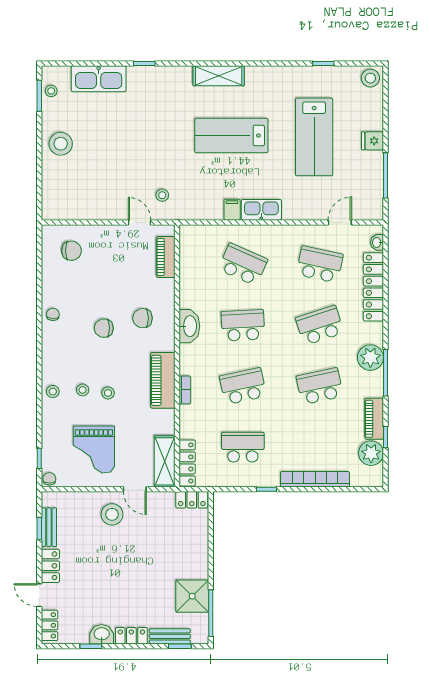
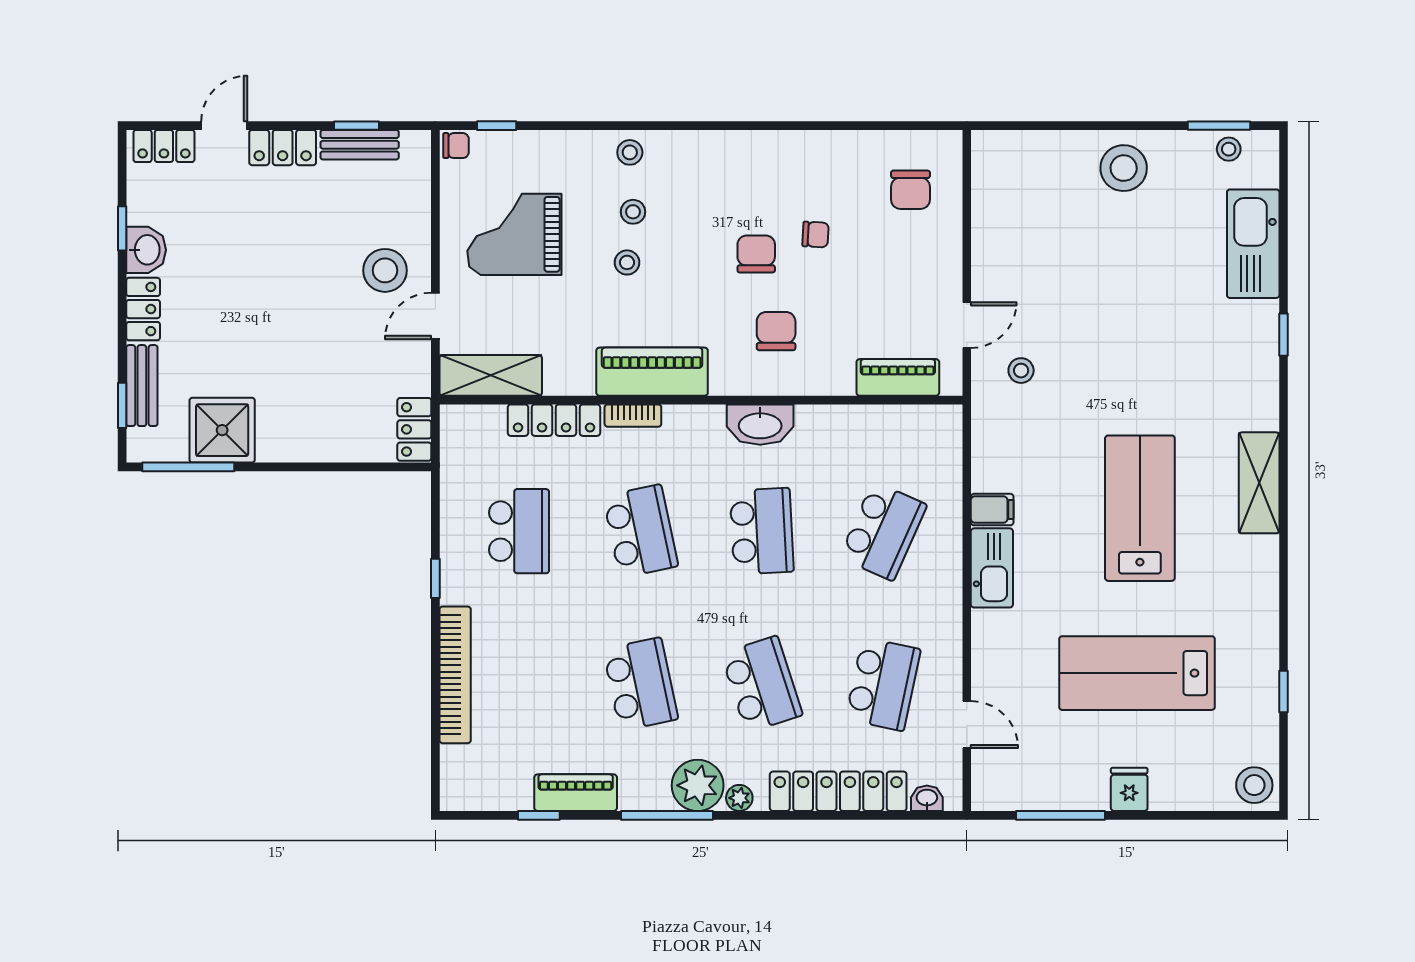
chair: (53, 314) -> (816, 235), moved
plant: (371, 453) -> (739, 798), moved, width x0.53, depth x0.53
locker: (187, 463) -> (554, 420), moved

